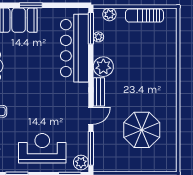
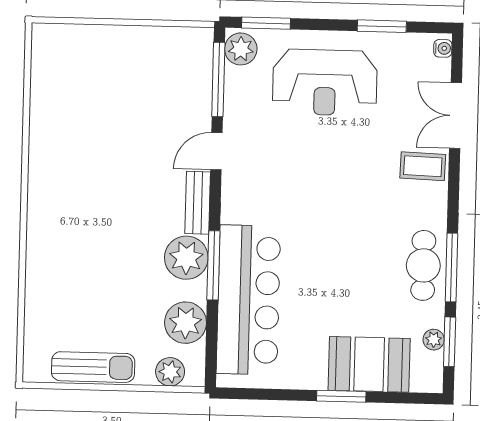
window: (91, 28) -> (213, 265), moved
plant: (98, 37) -> (186, 323), width x1.87, depth x1.87
parasol: (142, 130) -> (106, 117), removed

